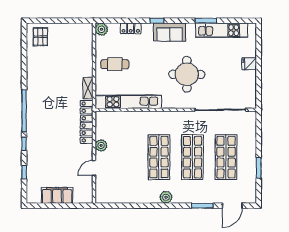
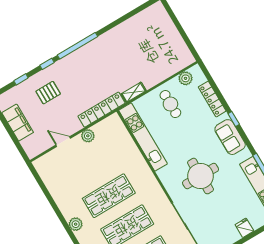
locker: (131, 28) -> (212, 99), width x1.53
plant: (101, 29) -> (186, 78), moved
pallet: (40, 37) -> (48, 93), moved

